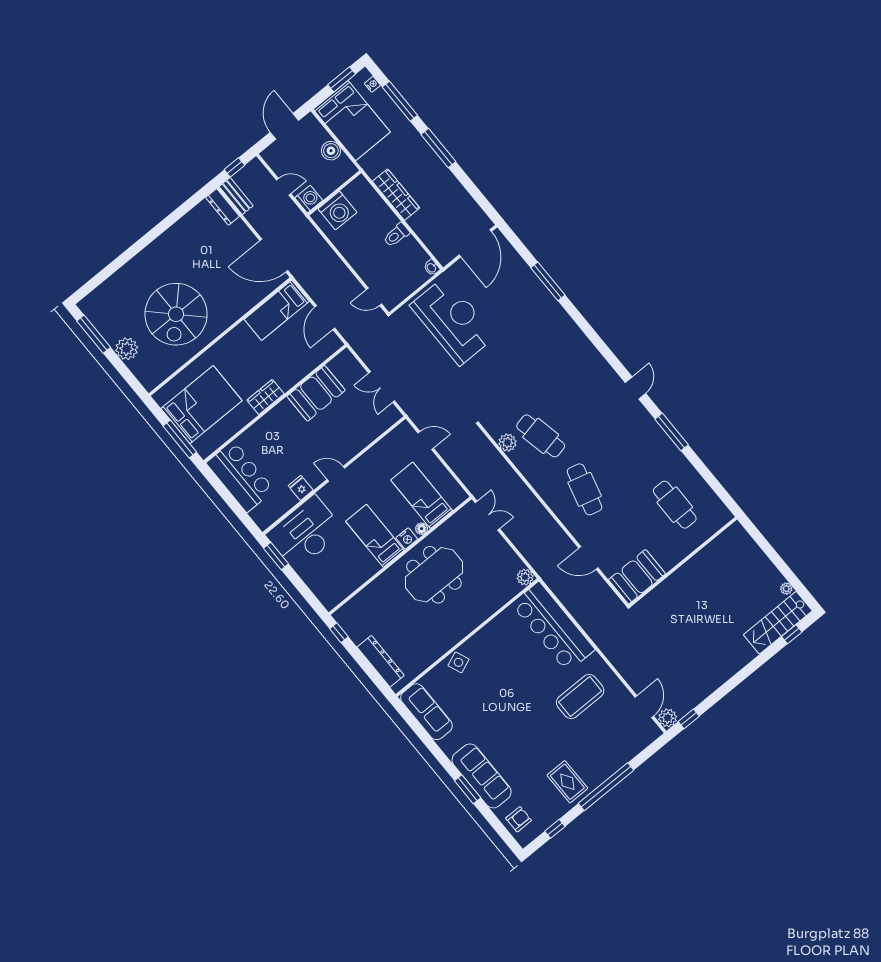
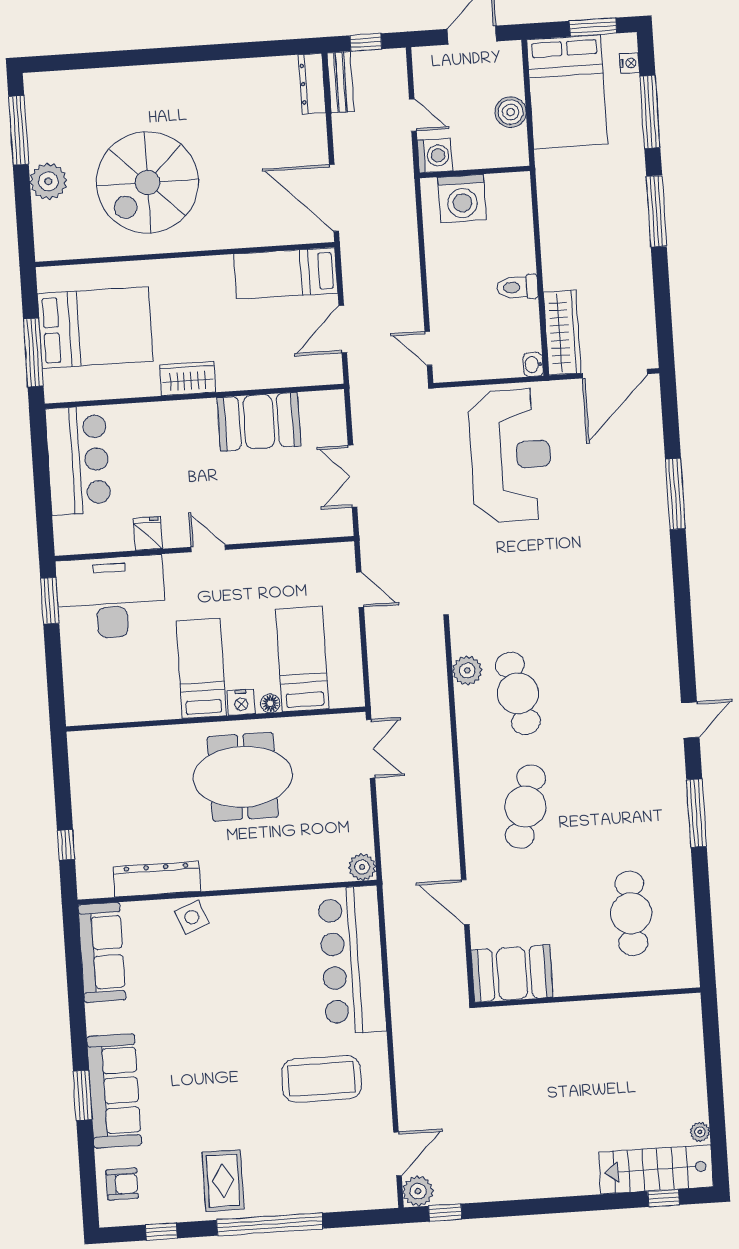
wardrobe: (396, 195) -> (562, 333), moved
window: (339, 633) -> (66, 845), moved
dresser: (381, 661) -> (157, 879), moved, turned -90

